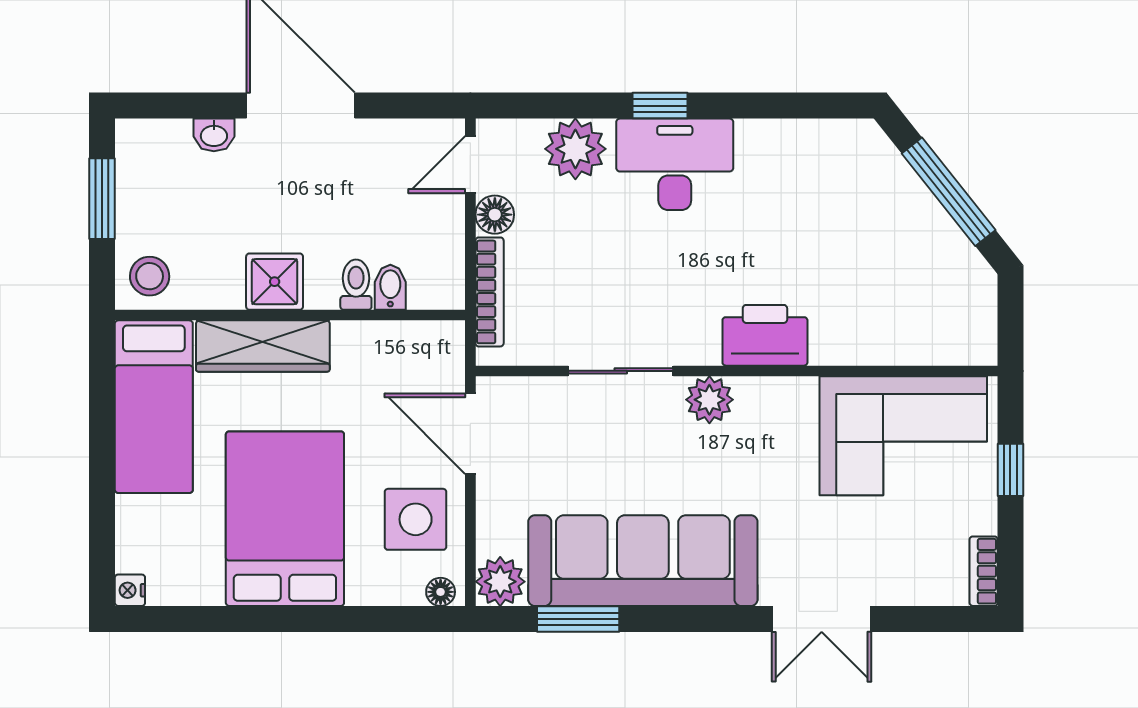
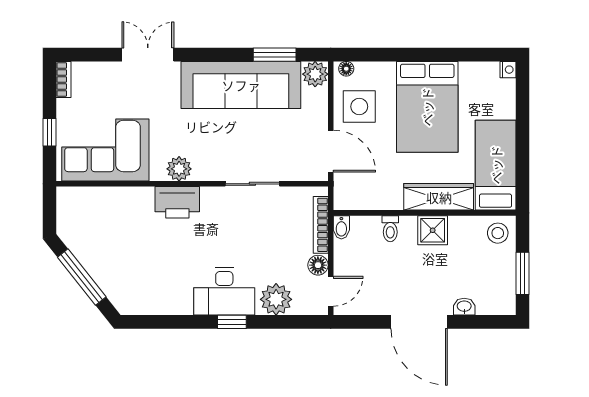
bidet: (390, 287) -> (341, 227), moved
plant: (709, 400) -> (179, 169), moved

